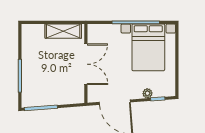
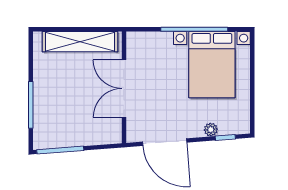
shelving: (63, 31) -> (80, 42), width x1.47
double door: (86, 64) -> (124, 89), swing flipped

